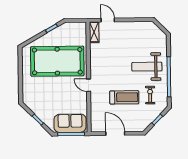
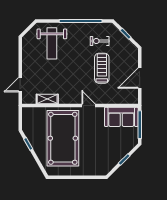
shelving: (94, 32) -> (47, 99), moved
weight bench: (147, 67) -> (52, 43), moved
door: (89, 85) -> (88, 106), swing flipped
sofa: (70, 123) -> (121, 117), moved, turned -90

